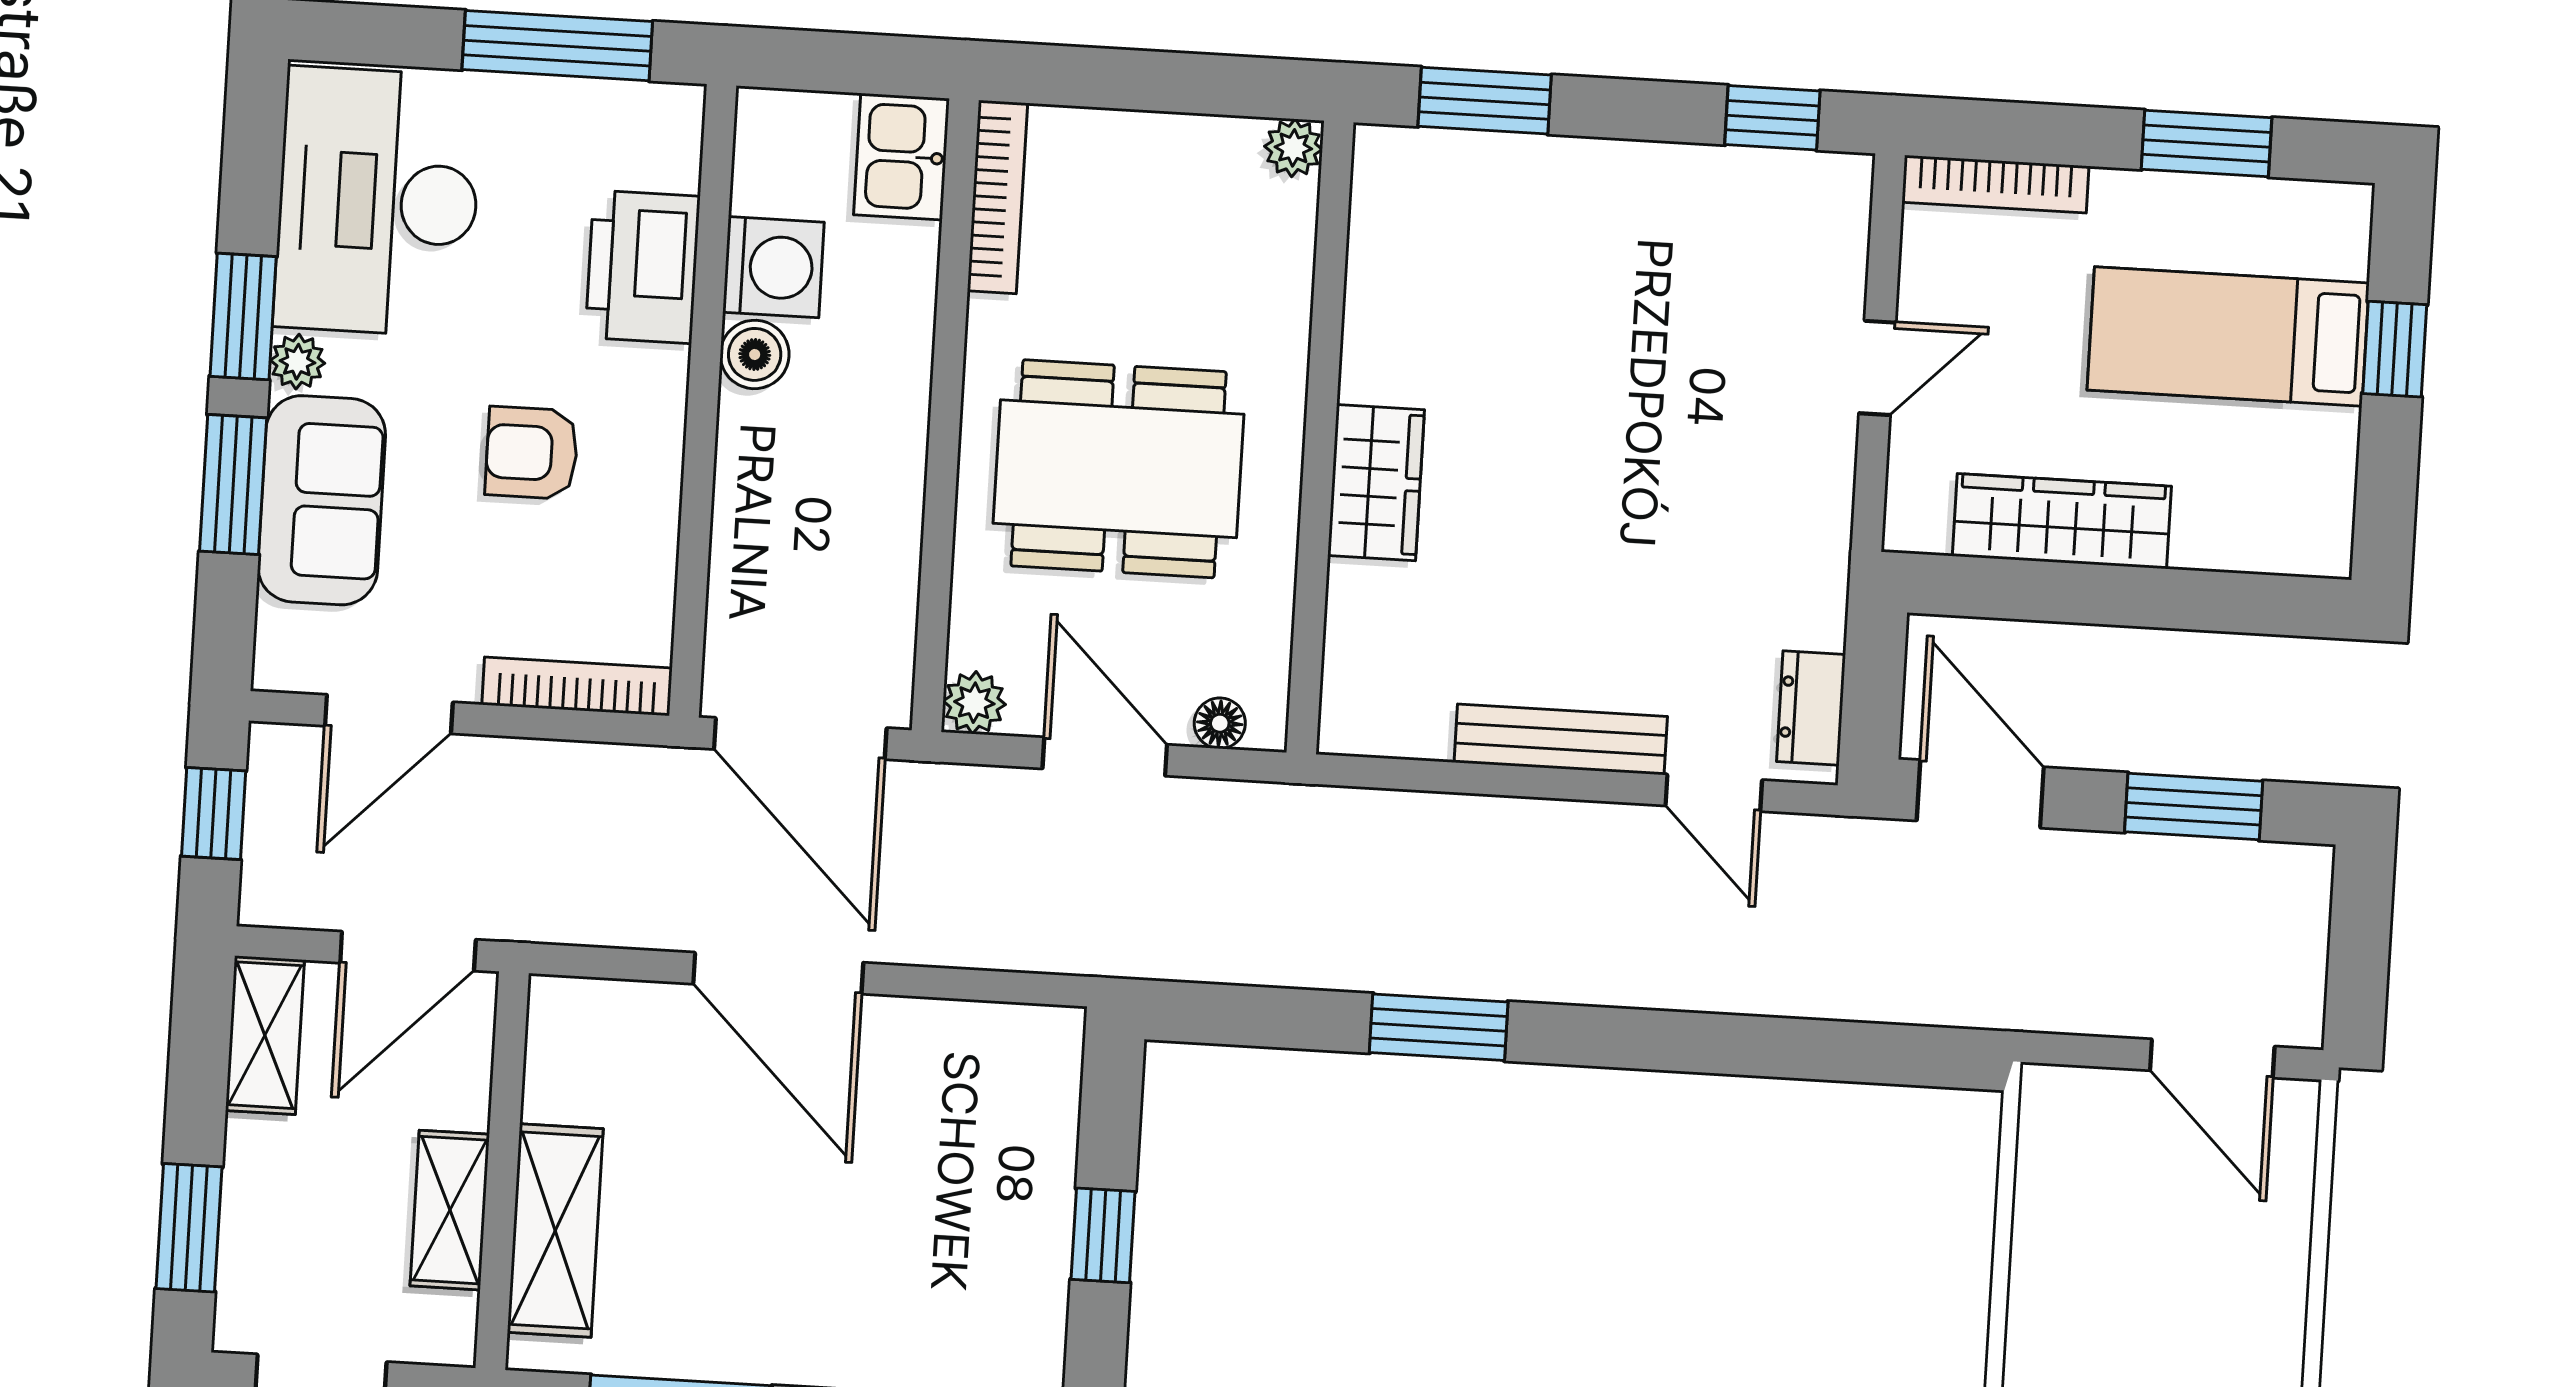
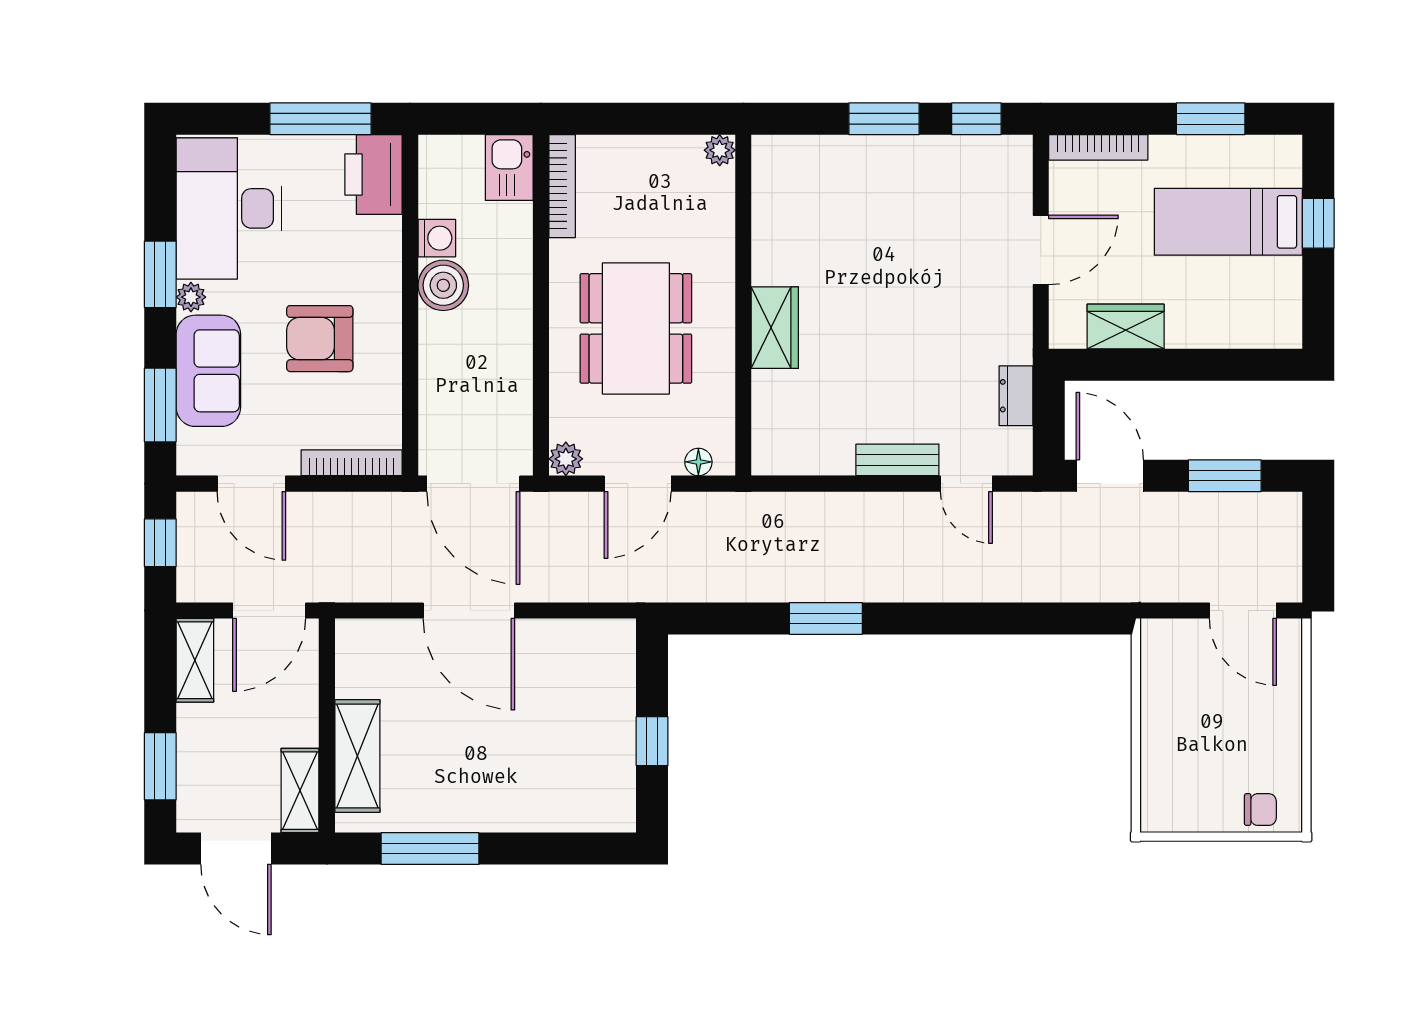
window: (1485, 101) -> (884, 119), moved
printer: (643, 267) -> (374, 174), moved
washing machine: (773, 267) -> (437, 238), width x0.73, depth x0.73
boiler: (755, 354) -> (443, 285), width x1.36, depth x1.36
door: (1877, 368) -> (1041, 250), width x1.38
armchair: (532, 453) -> (320, 339), width x1.38, depth x1.38
dining table: (1119, 469) -> (636, 328), turned 90
window: (233, 485) -> (160, 405), moved
wardrobe: (2062, 521) -> (1126, 326), width x0.67
dresser: (1811, 708) -> (1016, 396), moved
door: (389, 714) -> (251, 484), hinge flipped
bench: (1561, 739) -> (897, 460), width x0.73
door: (1105, 757) -> (638, 484), swing flipped
shelving: (450, 1210) -> (300, 791), moved

